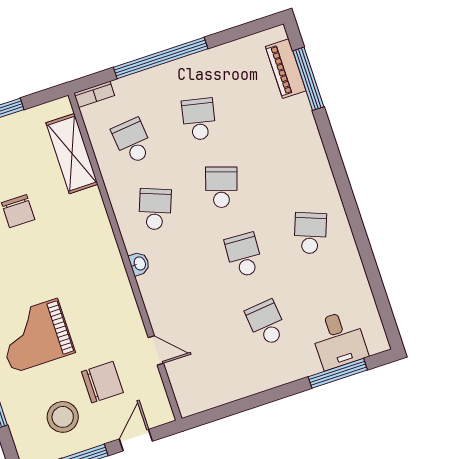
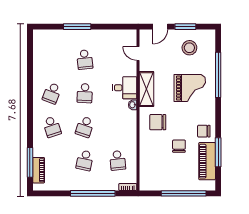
shelving: (72, 154) -> (146, 89), moved
school desk: (155, 209) -> (52, 127), moved, turned -39
desk: (339, 340) -> (125, 88), moved, turned 90
door: (156, 350) -> (138, 53), moved
window: (338, 373) -> (77, 27), moved
chair: (102, 382) -> (158, 122), moved

